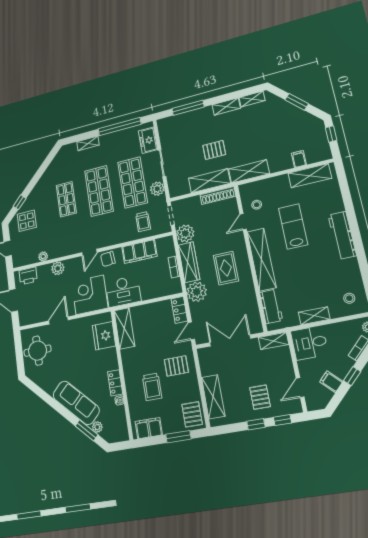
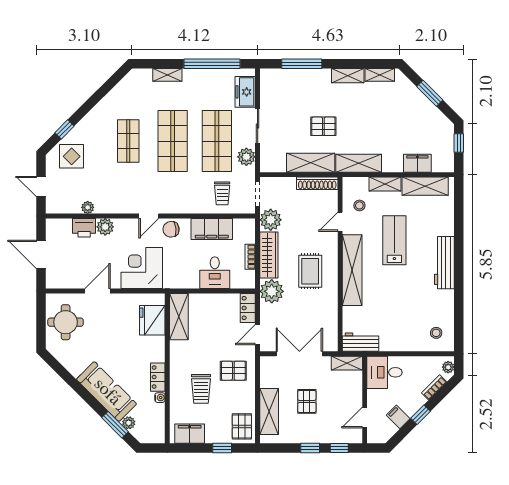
filing cabinet: (299, 159) -> (417, 163), width x2.00
printer: (28, 276) -> (84, 228), moved
desk: (123, 291) -> (215, 273), moved, width x0.73
workbench: (271, 306) -> (361, 342), moved, turned -90
shelving: (314, 316) -> (385, 184), moved
pallet: (260, 397) -> (307, 401), moved
window: (178, 437) -> (222, 448), width x0.67

